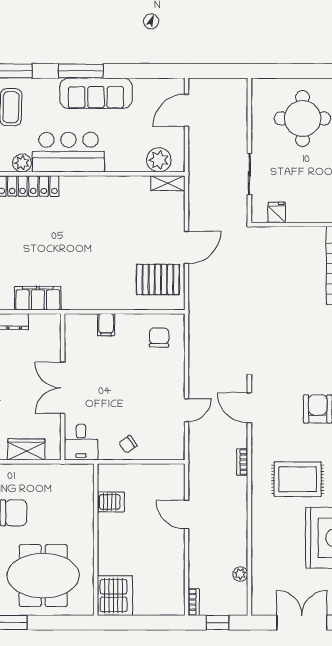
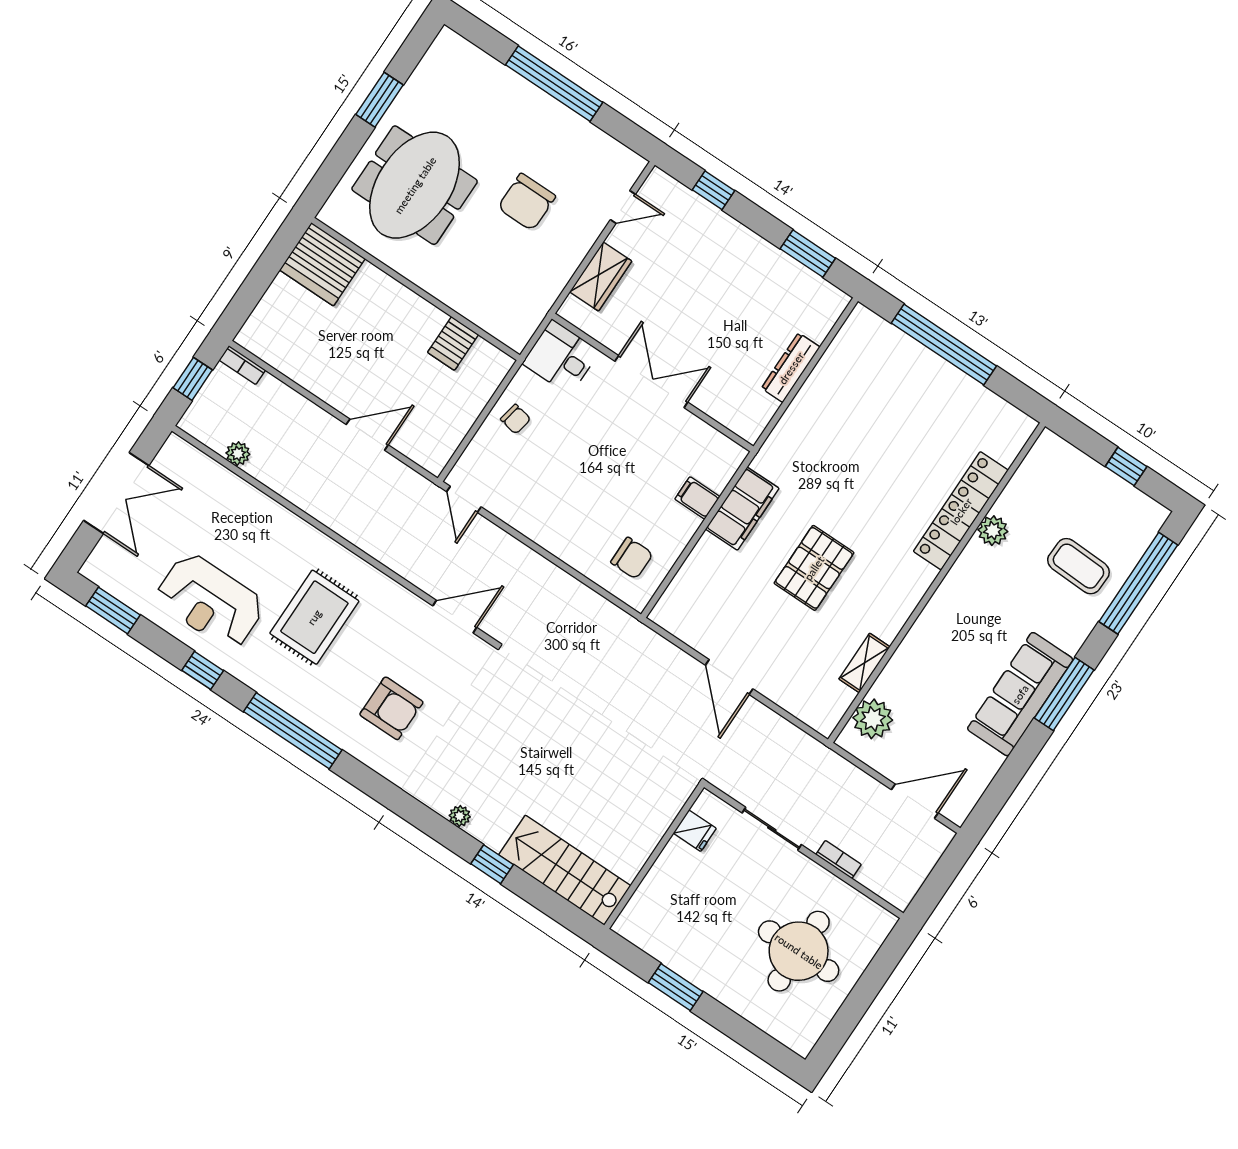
door: (186, 110) -> (915, 801), hinge flipped
bar counter: (68, 152) -> (965, 603), removed
shelving: (168, 183) -> (864, 663), moved
pallet: (158, 279) -> (814, 568), moved
filing cabinet: (38, 298) -> (742, 509), moved
door: (186, 410) -> (464, 499), moved
chair: (128, 444) -> (516, 419), turned 136
bookcase: (242, 462) -> (838, 860), moved

